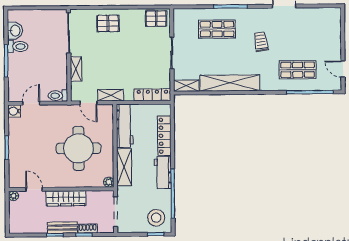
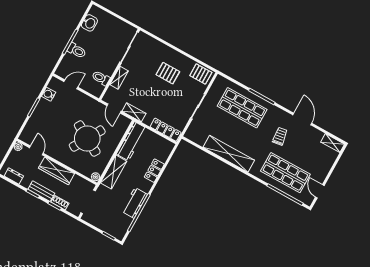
pallet: (108, 23) -> (168, 73), moved
shop shelf: (217, 29) -> (242, 108), width x1.43, depth x1.36
trolley: (261, 42) -> (280, 136), moved
toilet: (18, 46) -> (77, 51), moved
shop shelf: (298, 70) -> (285, 173), width x1.43, depth x1.36
shelving: (186, 86) -> (333, 143), moved
toilet: (58, 96) -> (101, 78), moved
water cooler: (14, 111) -> (49, 94), moved
locker: (164, 136) -> (154, 171), width x0.66
round table: (78, 148) -> (87, 139), turned 30
workbench: (163, 173) -> (135, 203), moved
stool: (156, 218) -> (116, 224), removed
dresser: (26, 228) -> (14, 176), added

